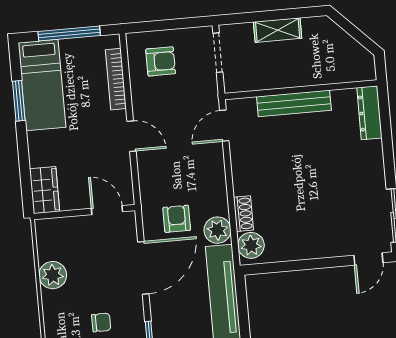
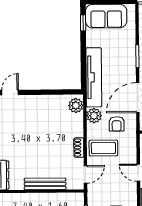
coffee table: (196, 175) -> (103, 148), added
shoe rack: (243, 214) -> (79, 148), moved

